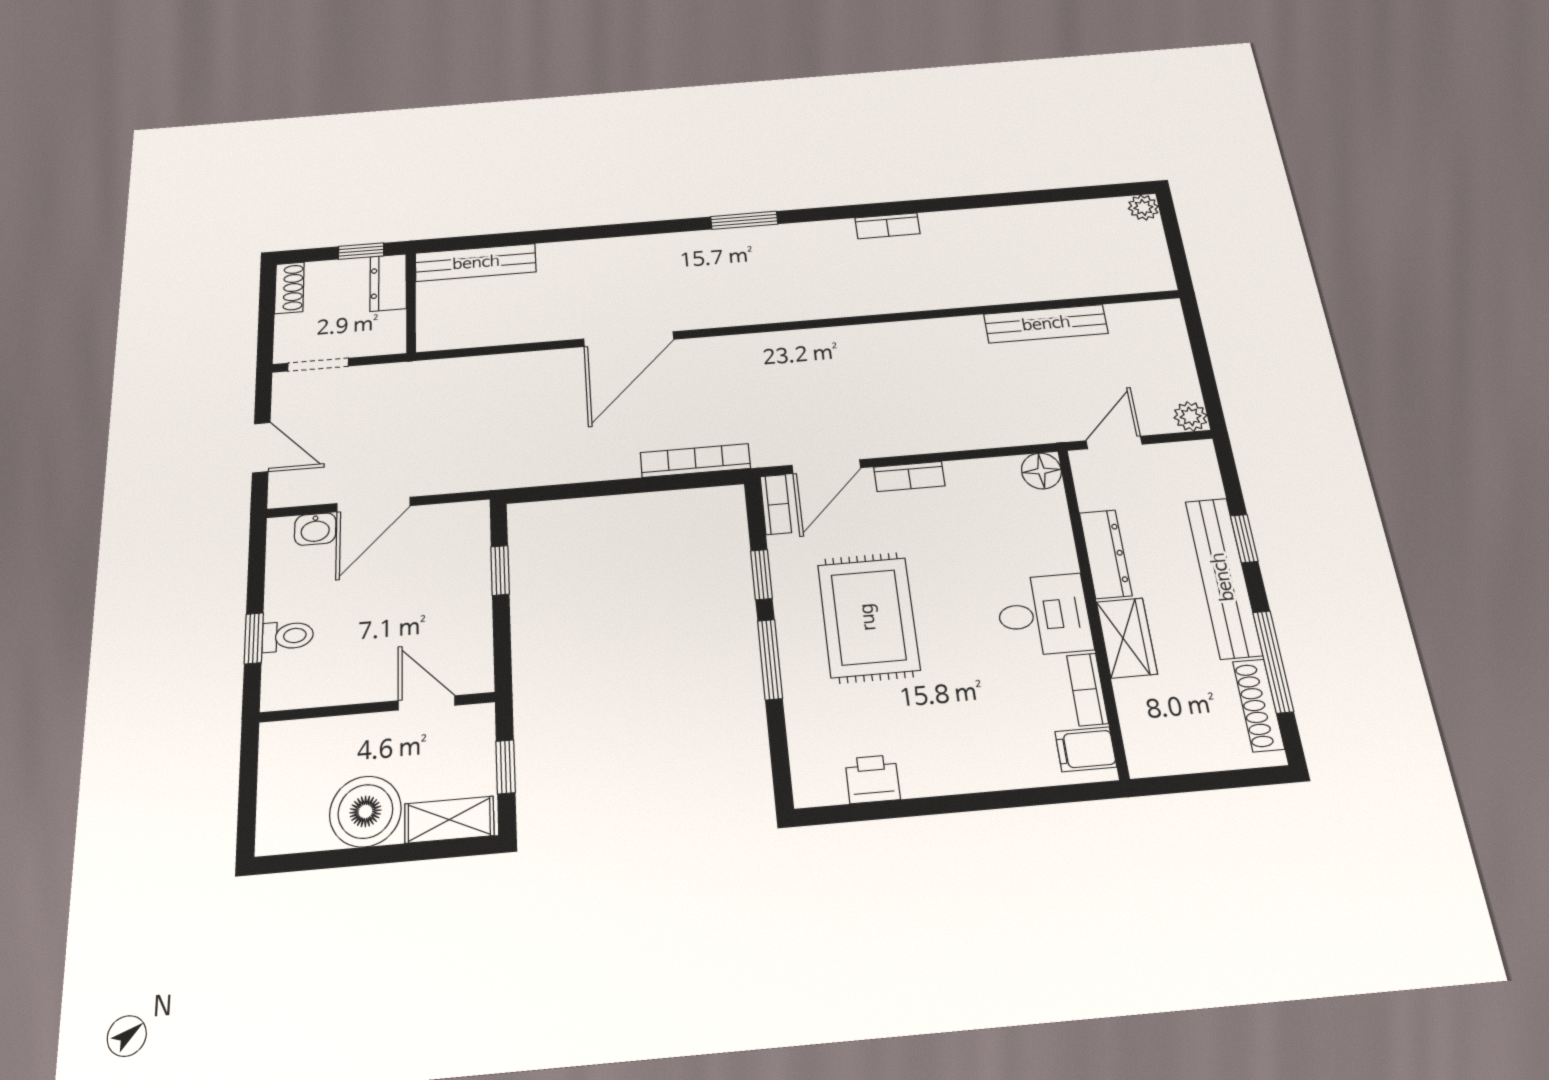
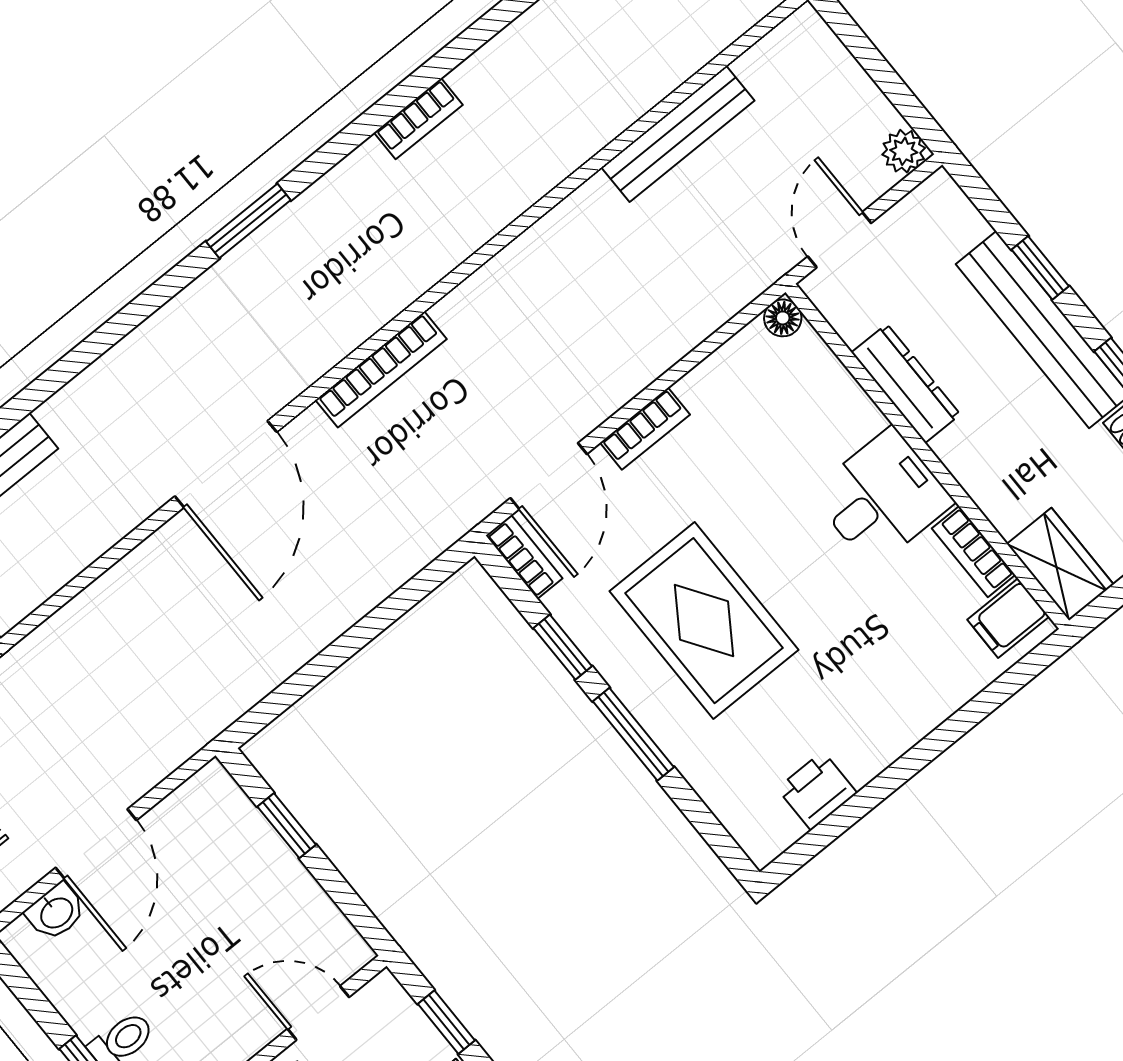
bookcase: (695, 460) -> (381, 369), moved, turned 180
floor lamp: (1041, 471) -> (783, 318), width x0.73, depth x0.73
wardrobe: (1127, 638) -> (1060, 564), moved

